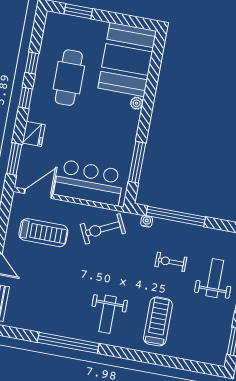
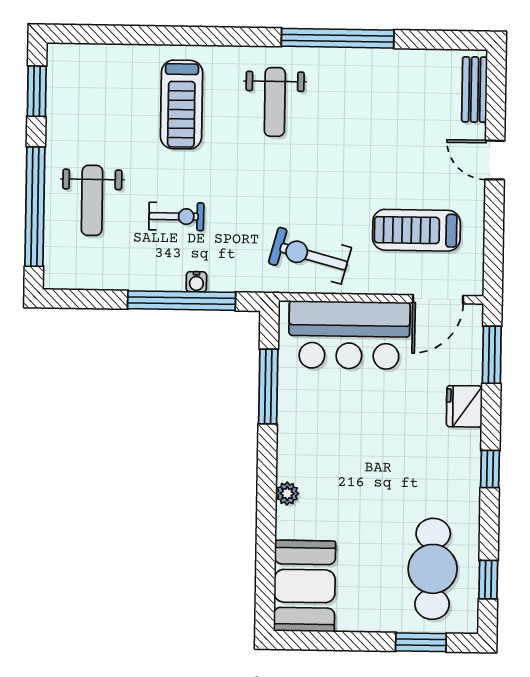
booth: (127, 59) -> (305, 586), width x0.73, depth x0.70
window: (32, 63) -> (488, 580), moved
cafe table: (69, 78) -> (433, 569), moved
water cooler: (147, 221) -> (196, 282), moved
exercise bike: (103, 229) -> (310, 256), turned -139
weight bench: (108, 314) -> (275, 102), turned 180

